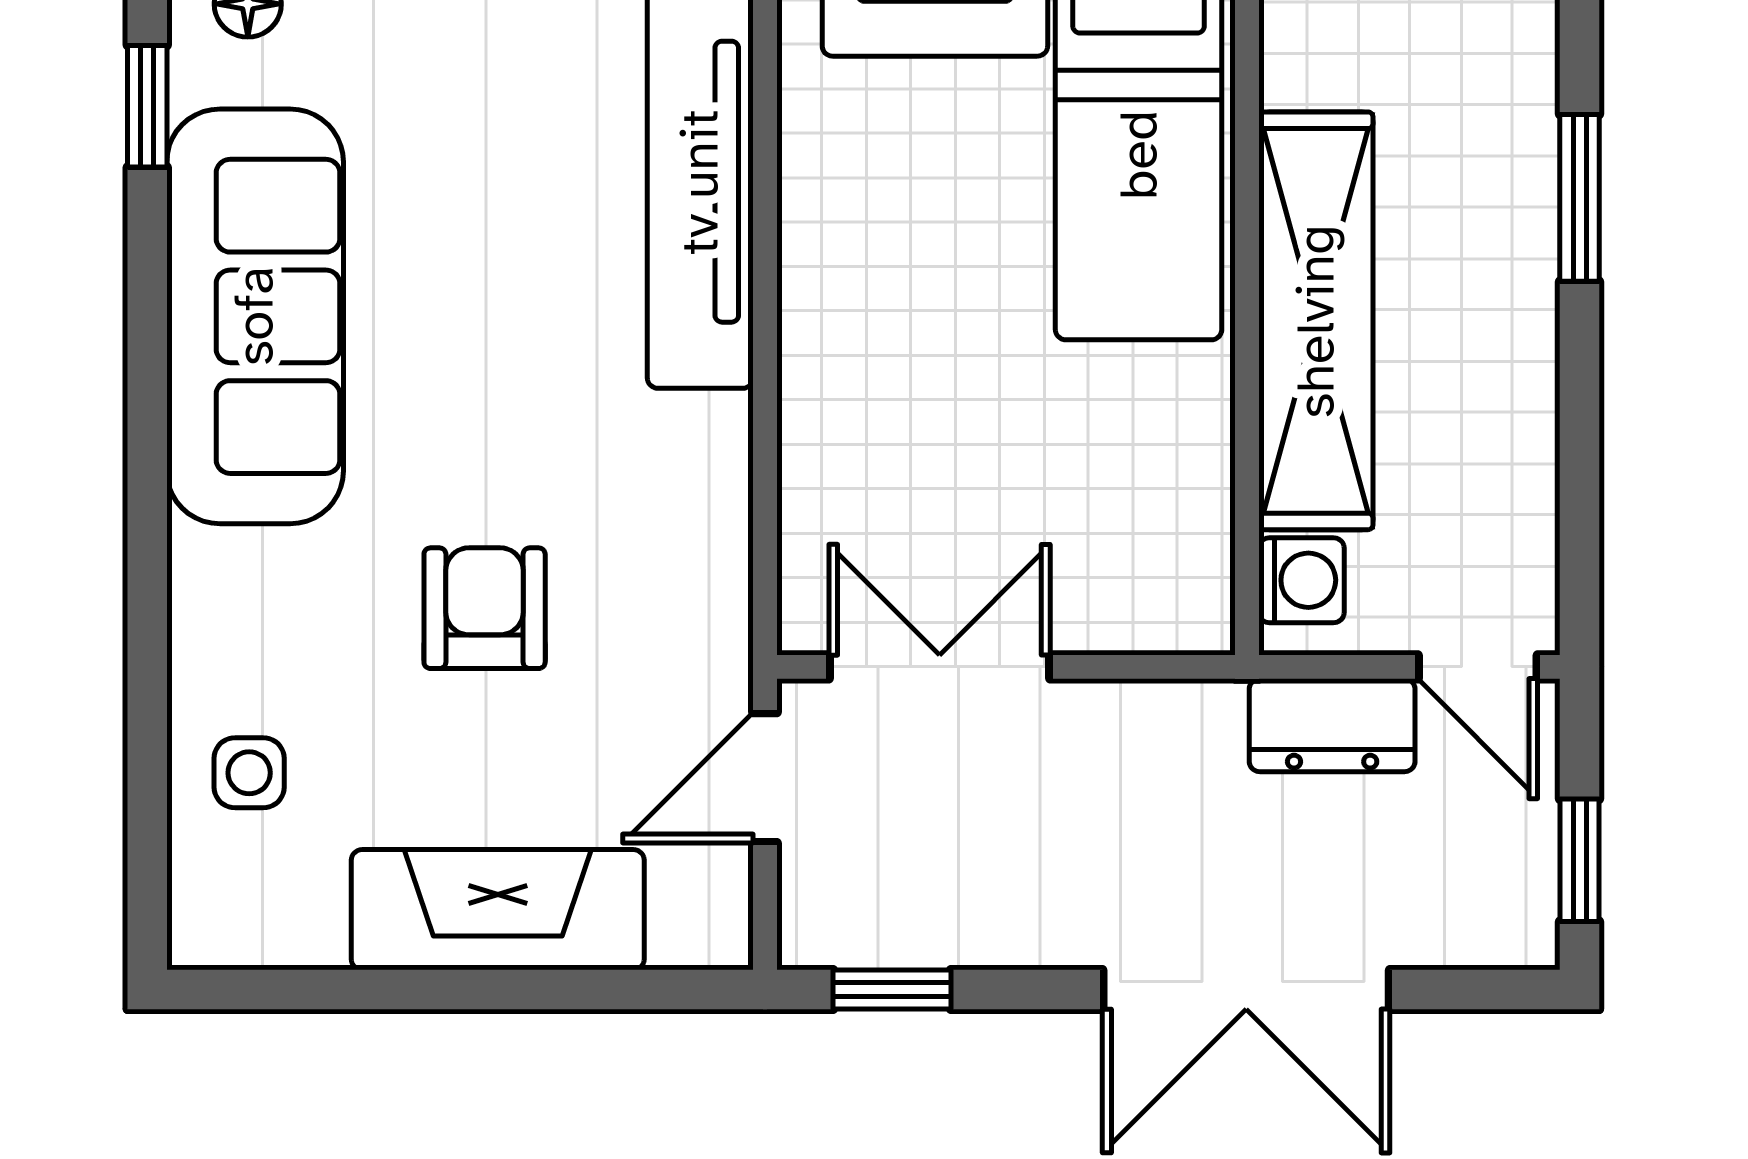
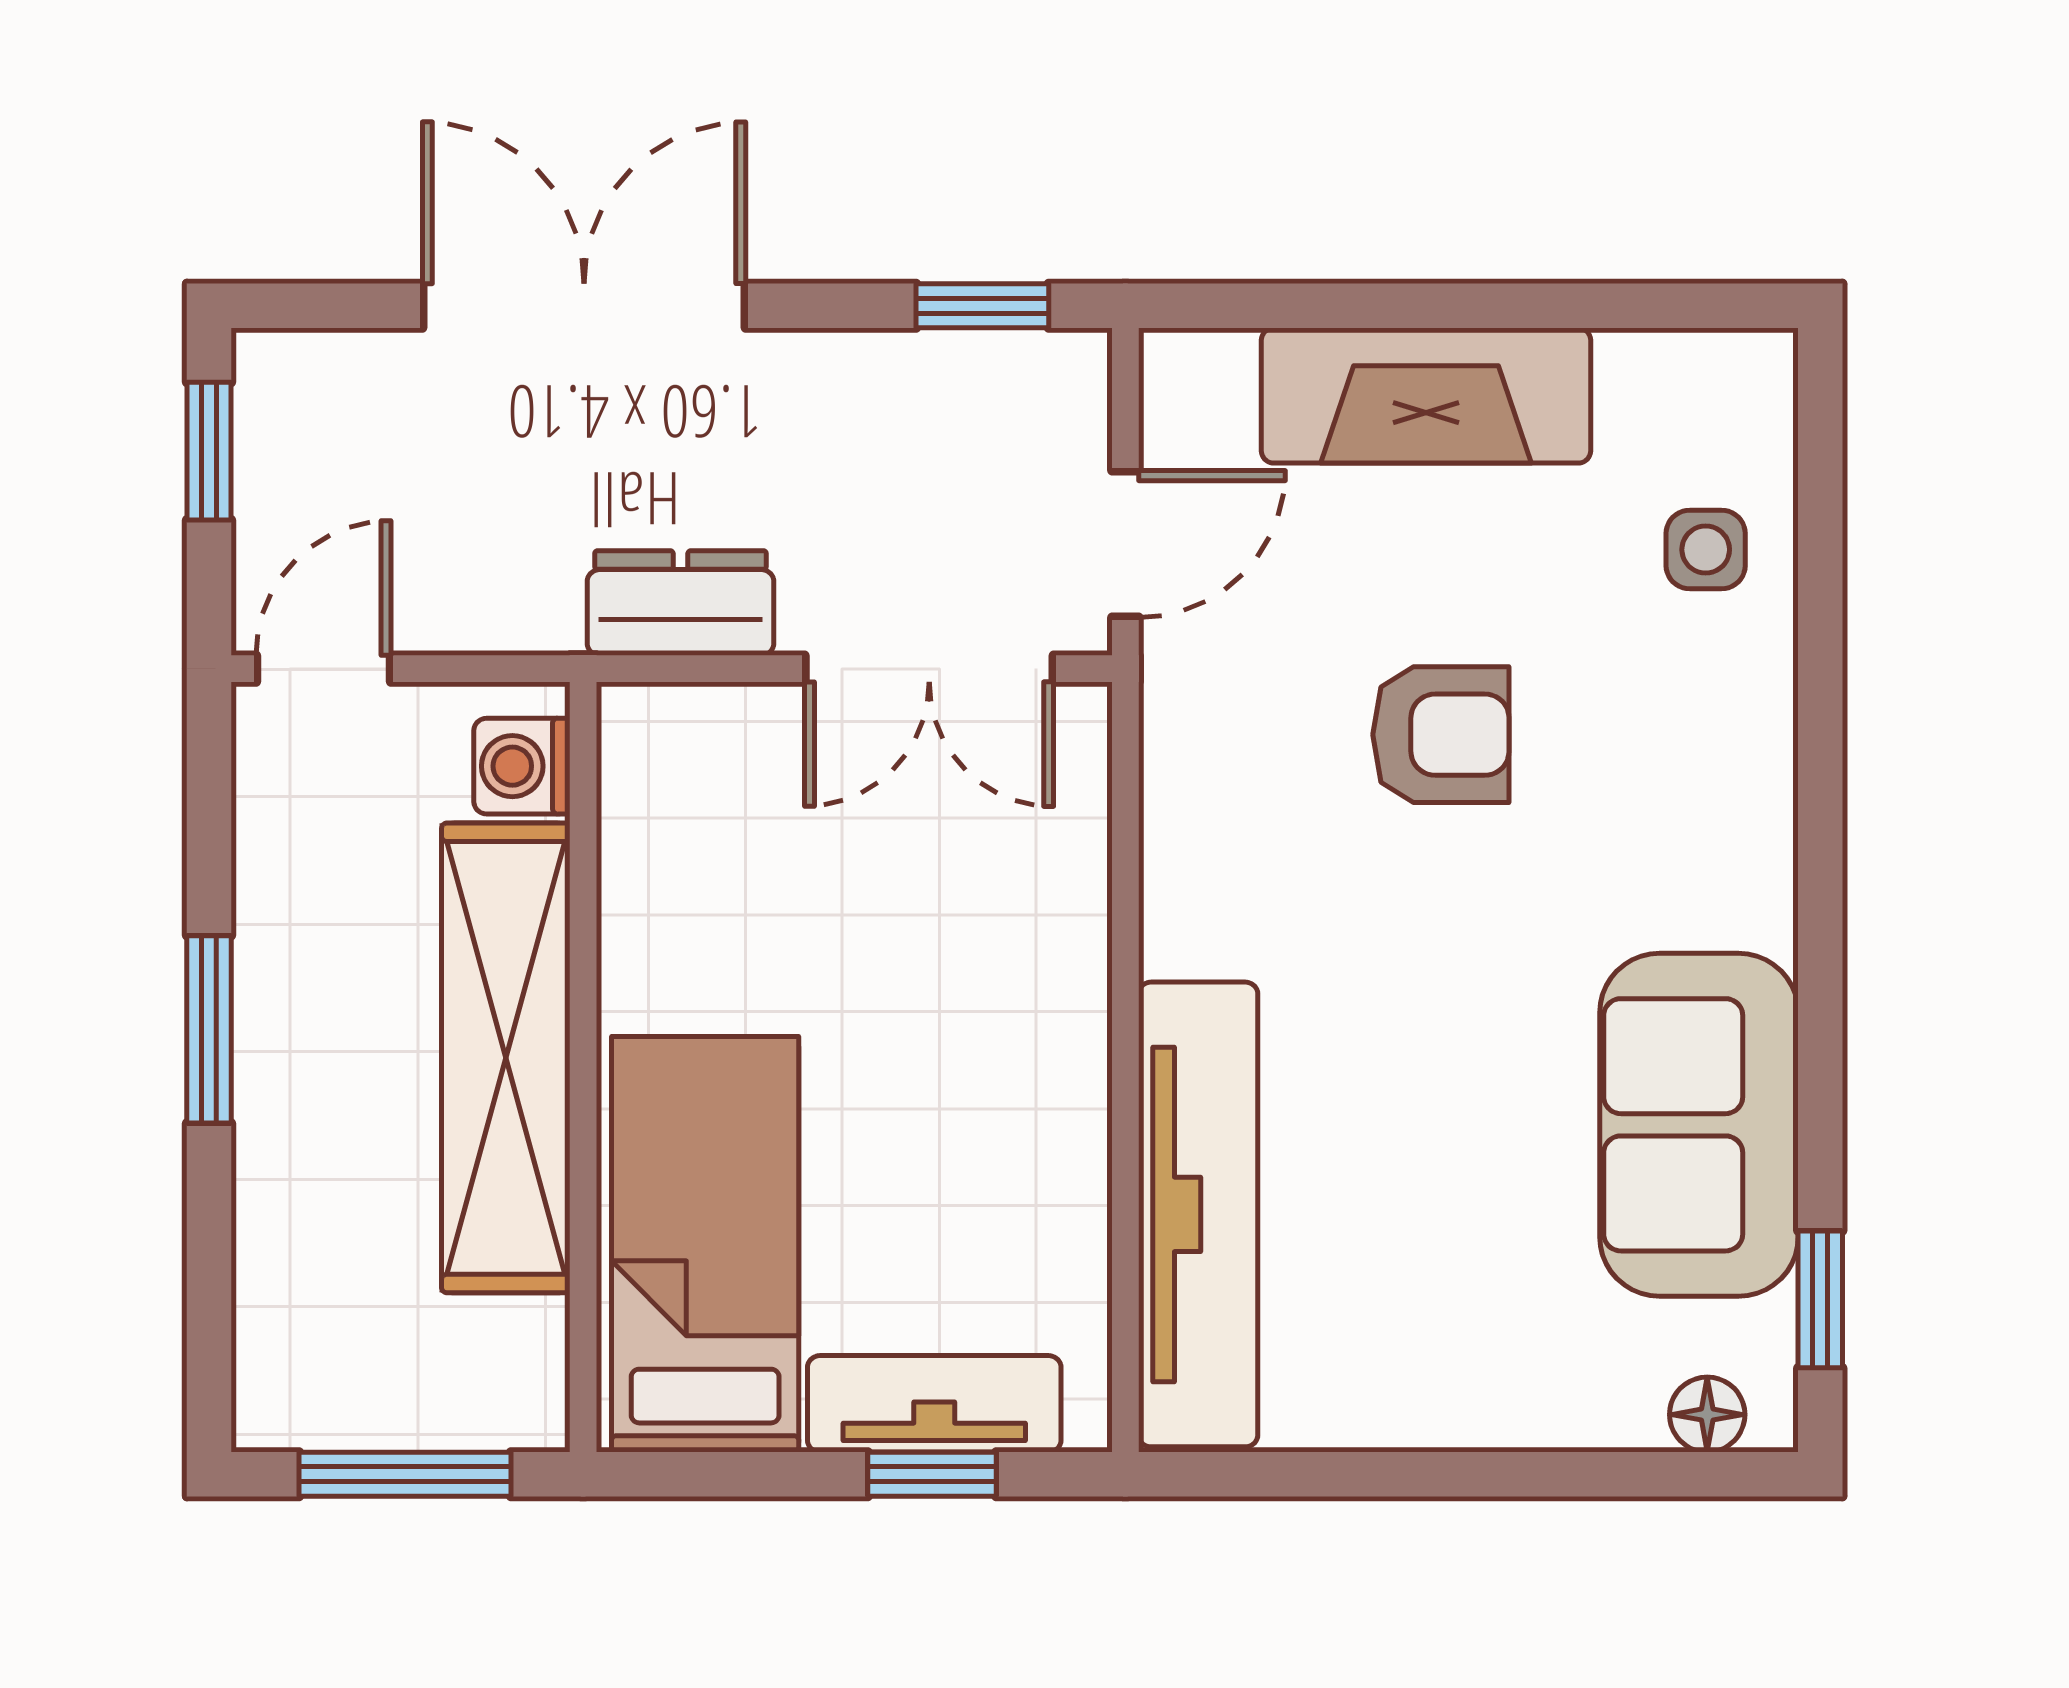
window: (1580, 198) -> (209, 1029), moved
sofa: (255, 316) -> (1699, 1125), width x0.73
armchair: (485, 608) -> (1441, 735), turned -90
door: (1478, 667) -> (324, 669), hinge flipped
dresser: (1332, 725) -> (681, 603), moved

